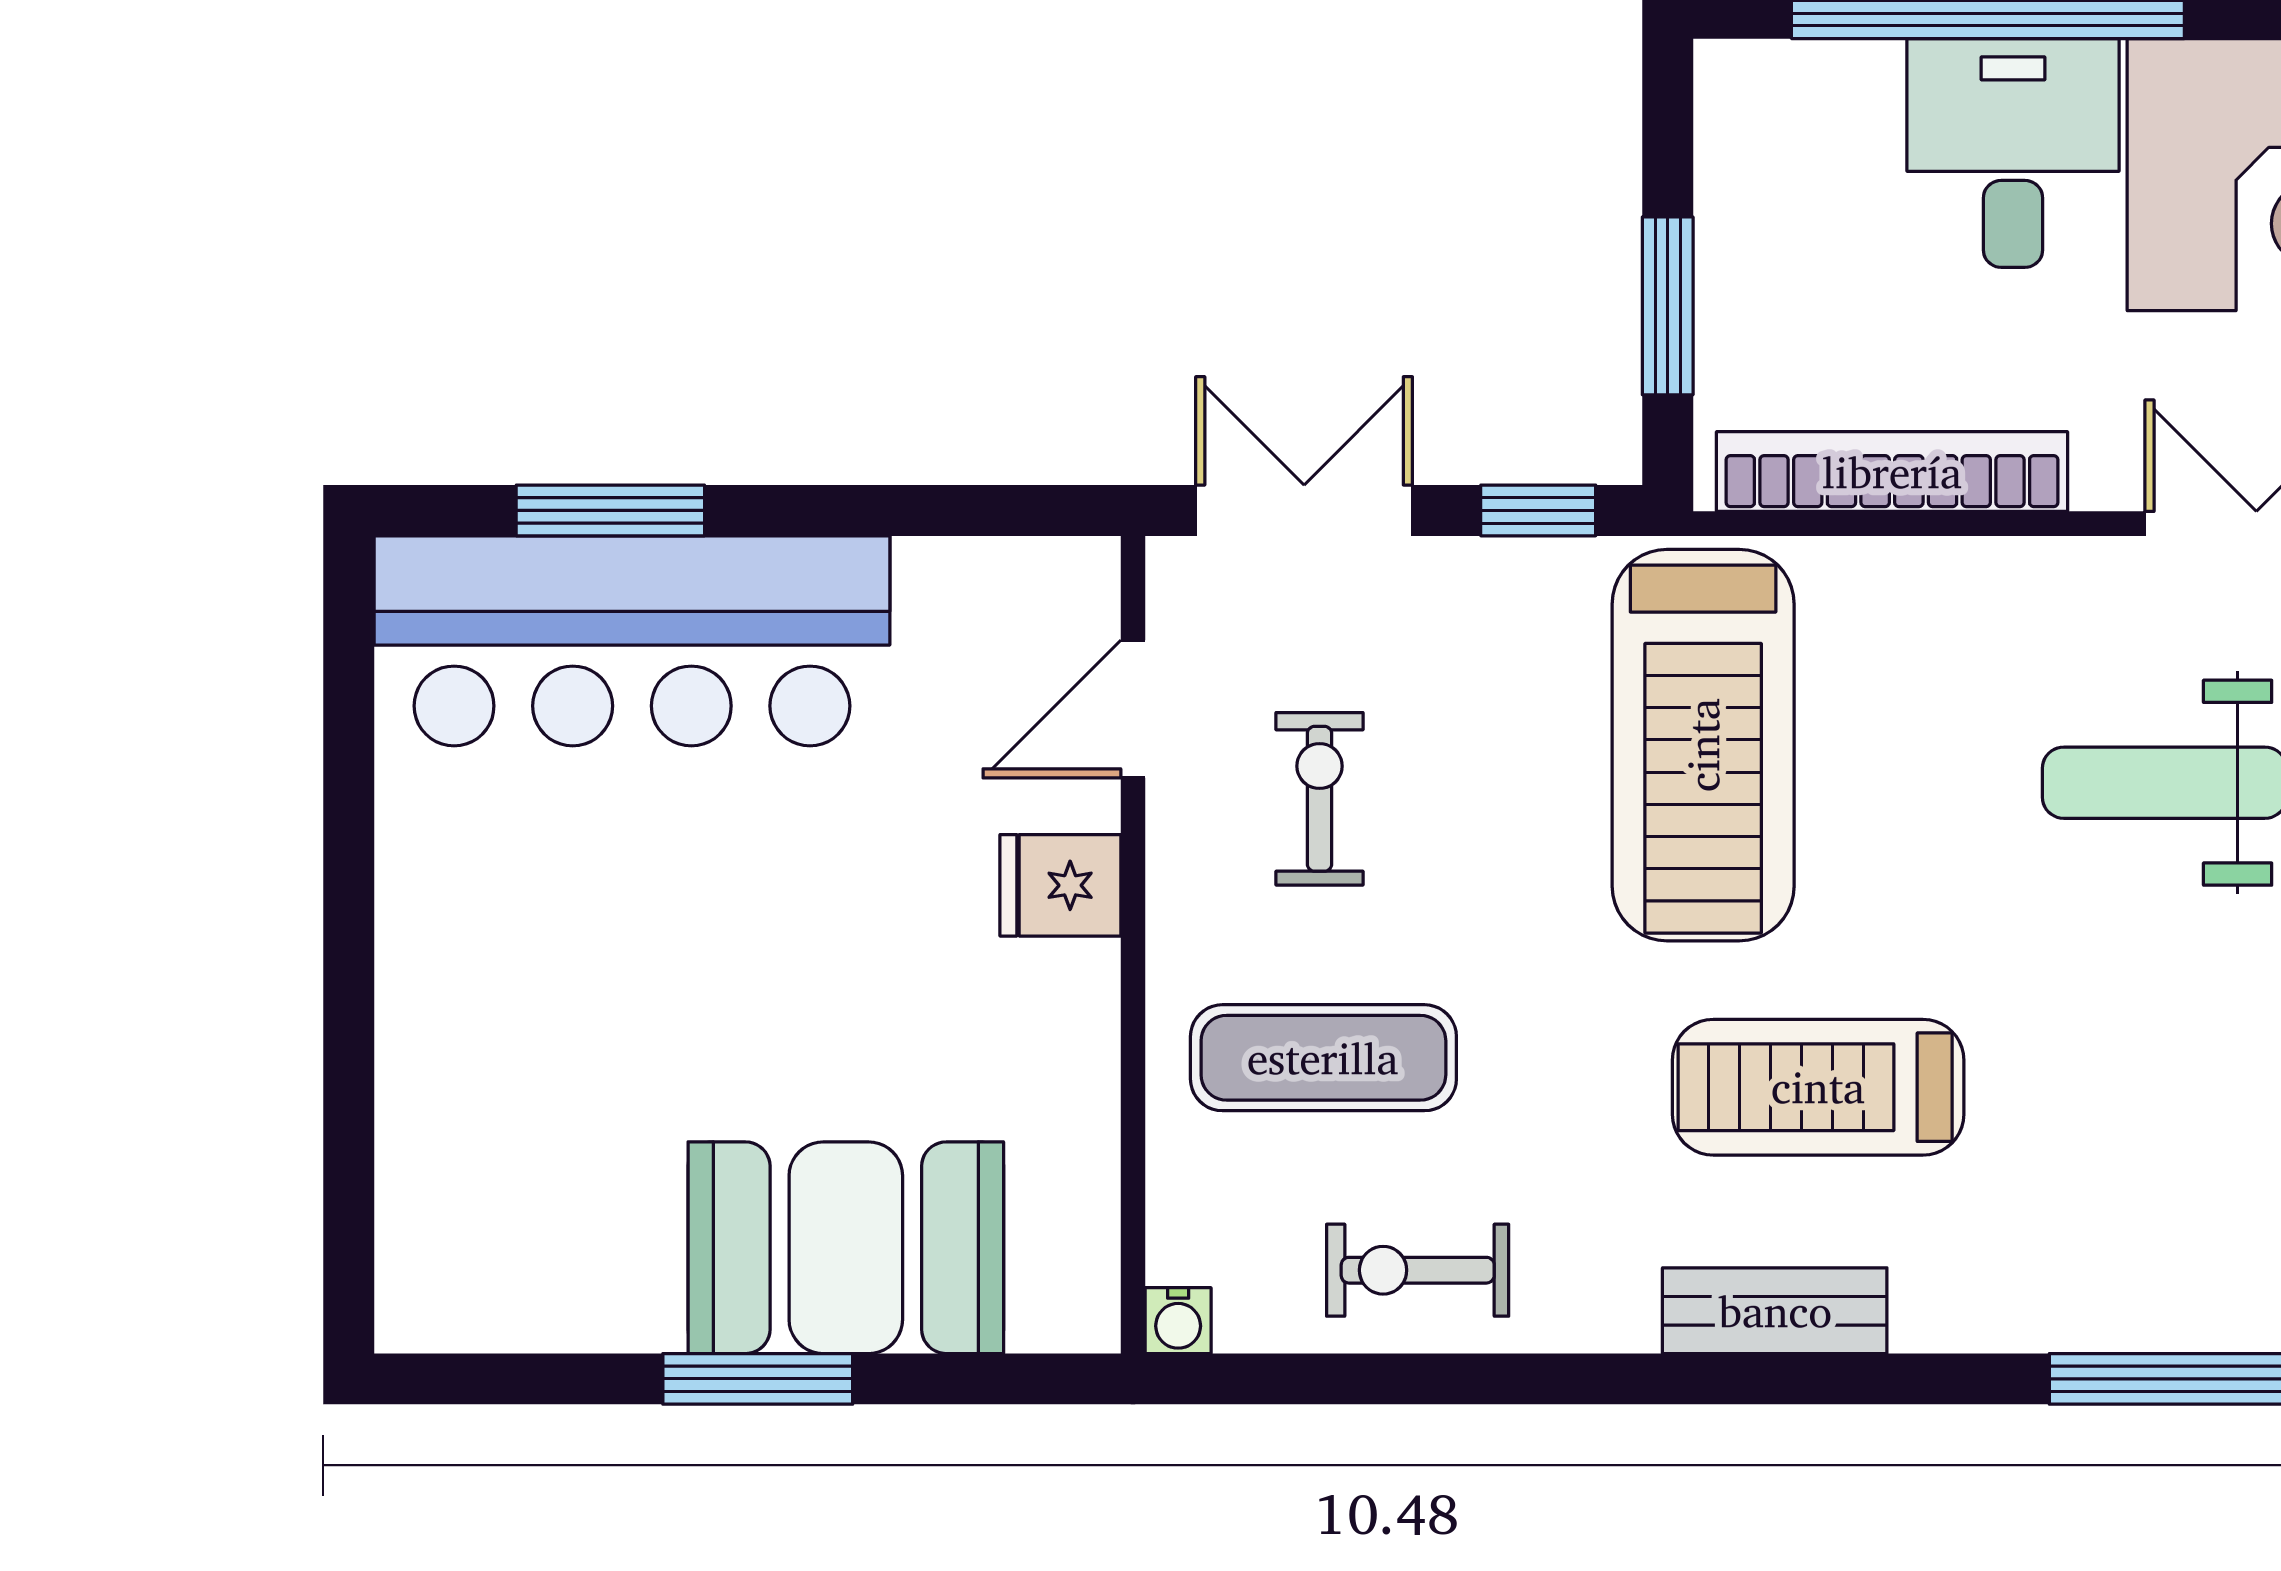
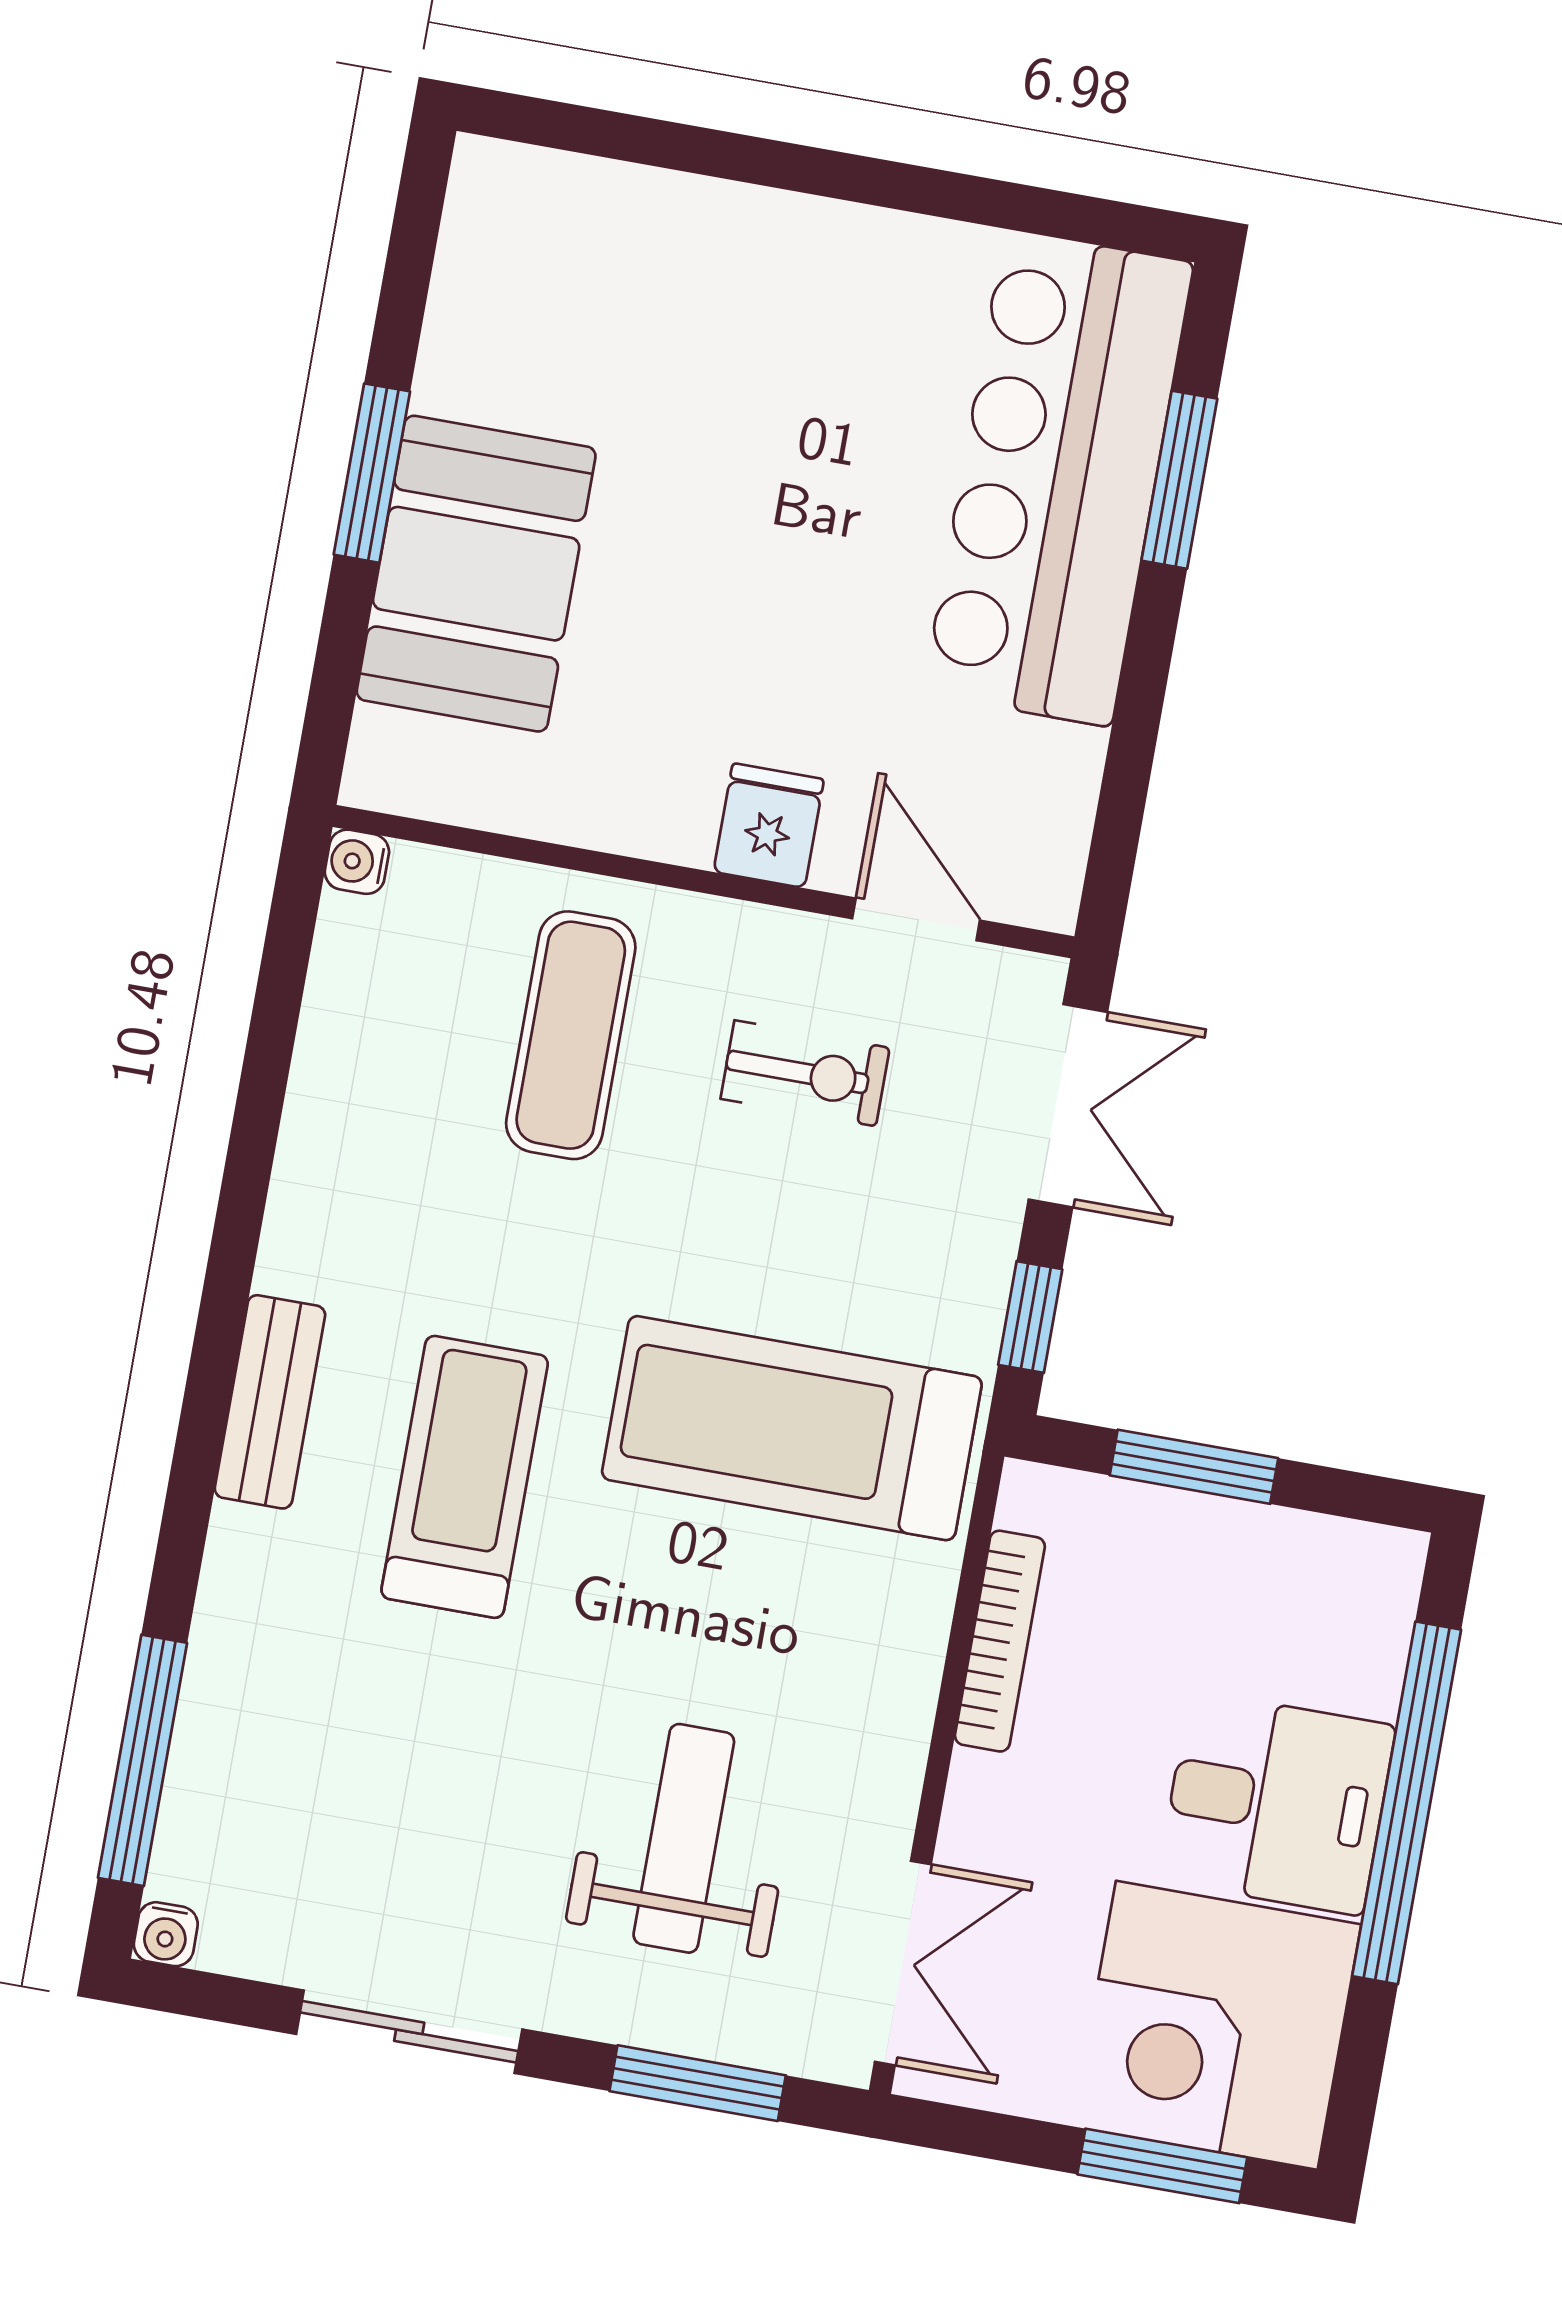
bookcase: (1892, 472) -> (1000, 1641), width x0.68, depth x0.76
exercise bike: (1418, 1270) -> (364, 1086), removed

